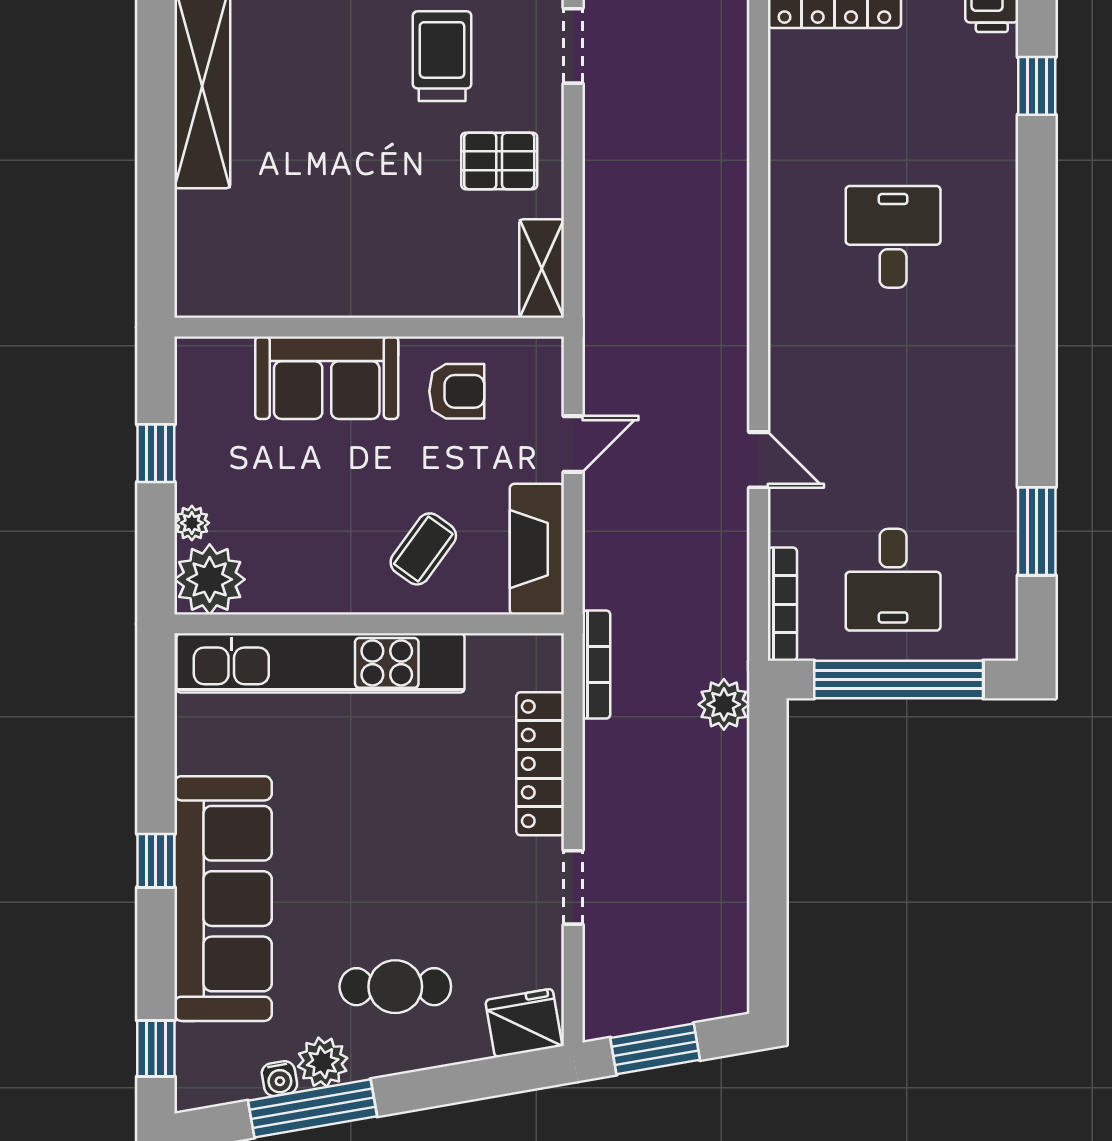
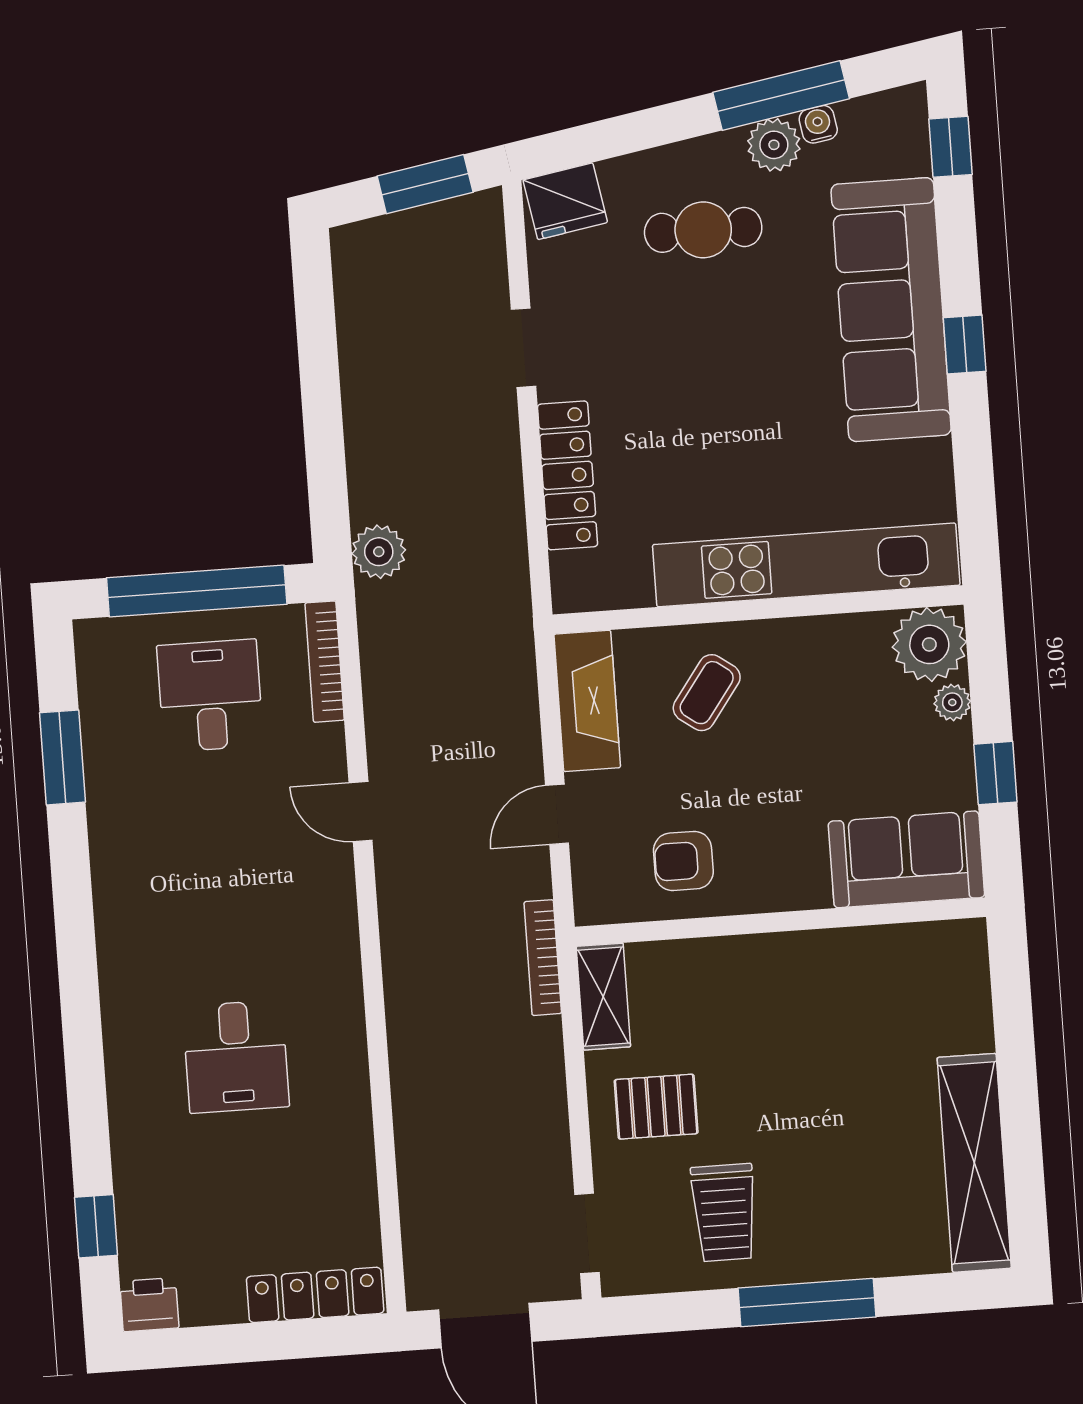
sofa: (327, 378) -> (906, 859), moved
bookcase: (596, 665) -> (543, 958), moved

